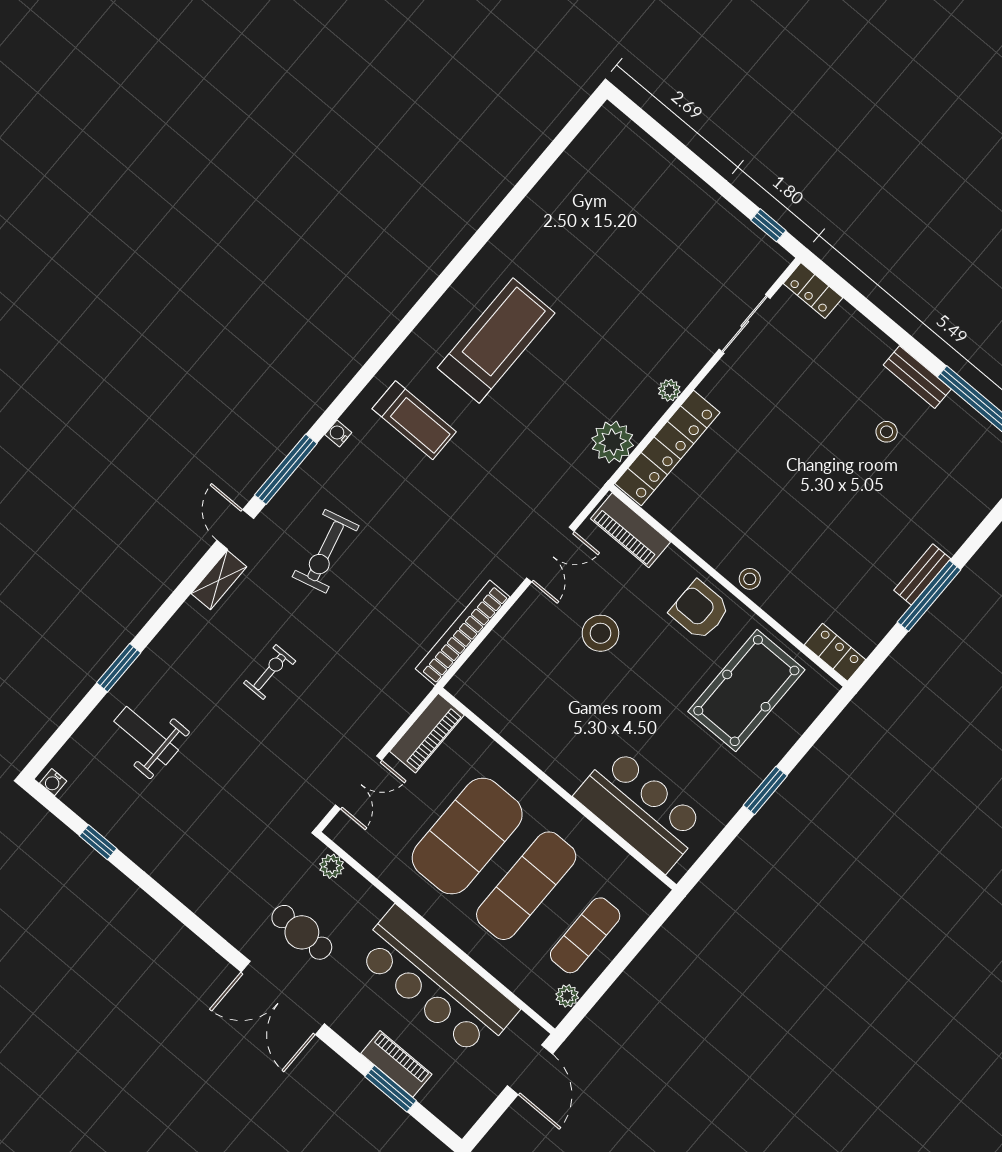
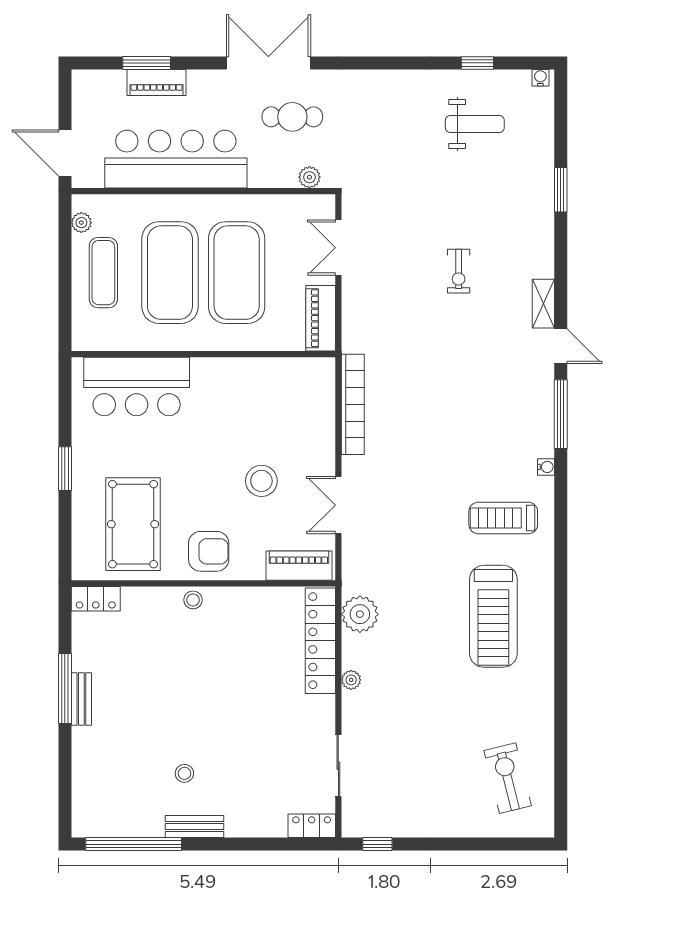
exercise bike: (326, 551) -> (508, 778), moved
weight bench: (146, 736) -> (475, 124), moved
exercise mat: (526, 886) -> (170, 273), width x1.47

